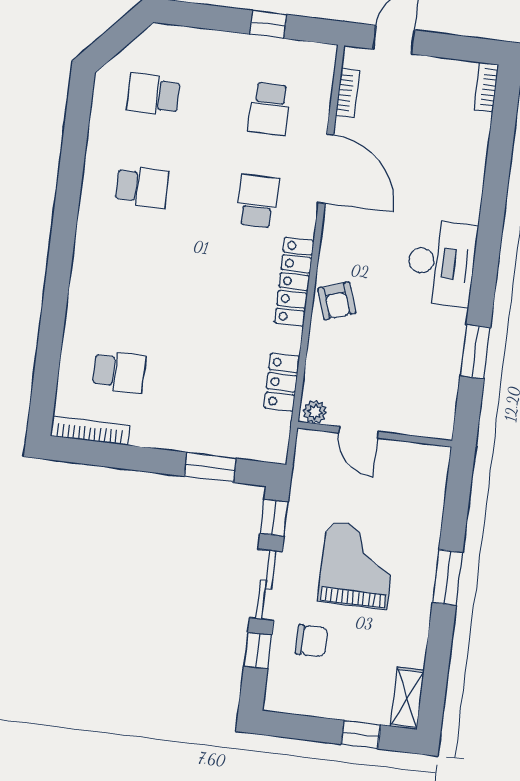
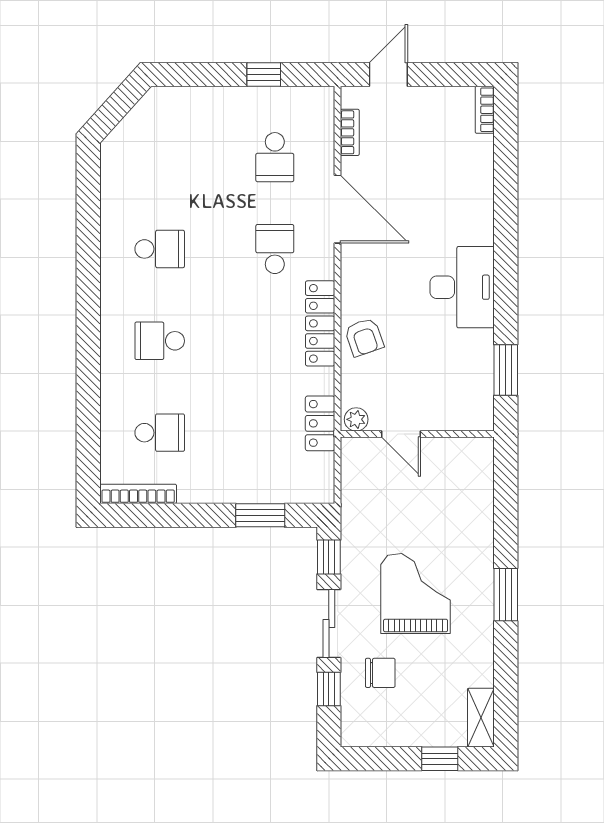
school desk: (153, 95) -> (160, 341), moved
plant: (315, 412) -> (356, 419), moved
door: (358, 432) -> (401, 434), moved
wall: (375, 434) -> (417, 434), moved

